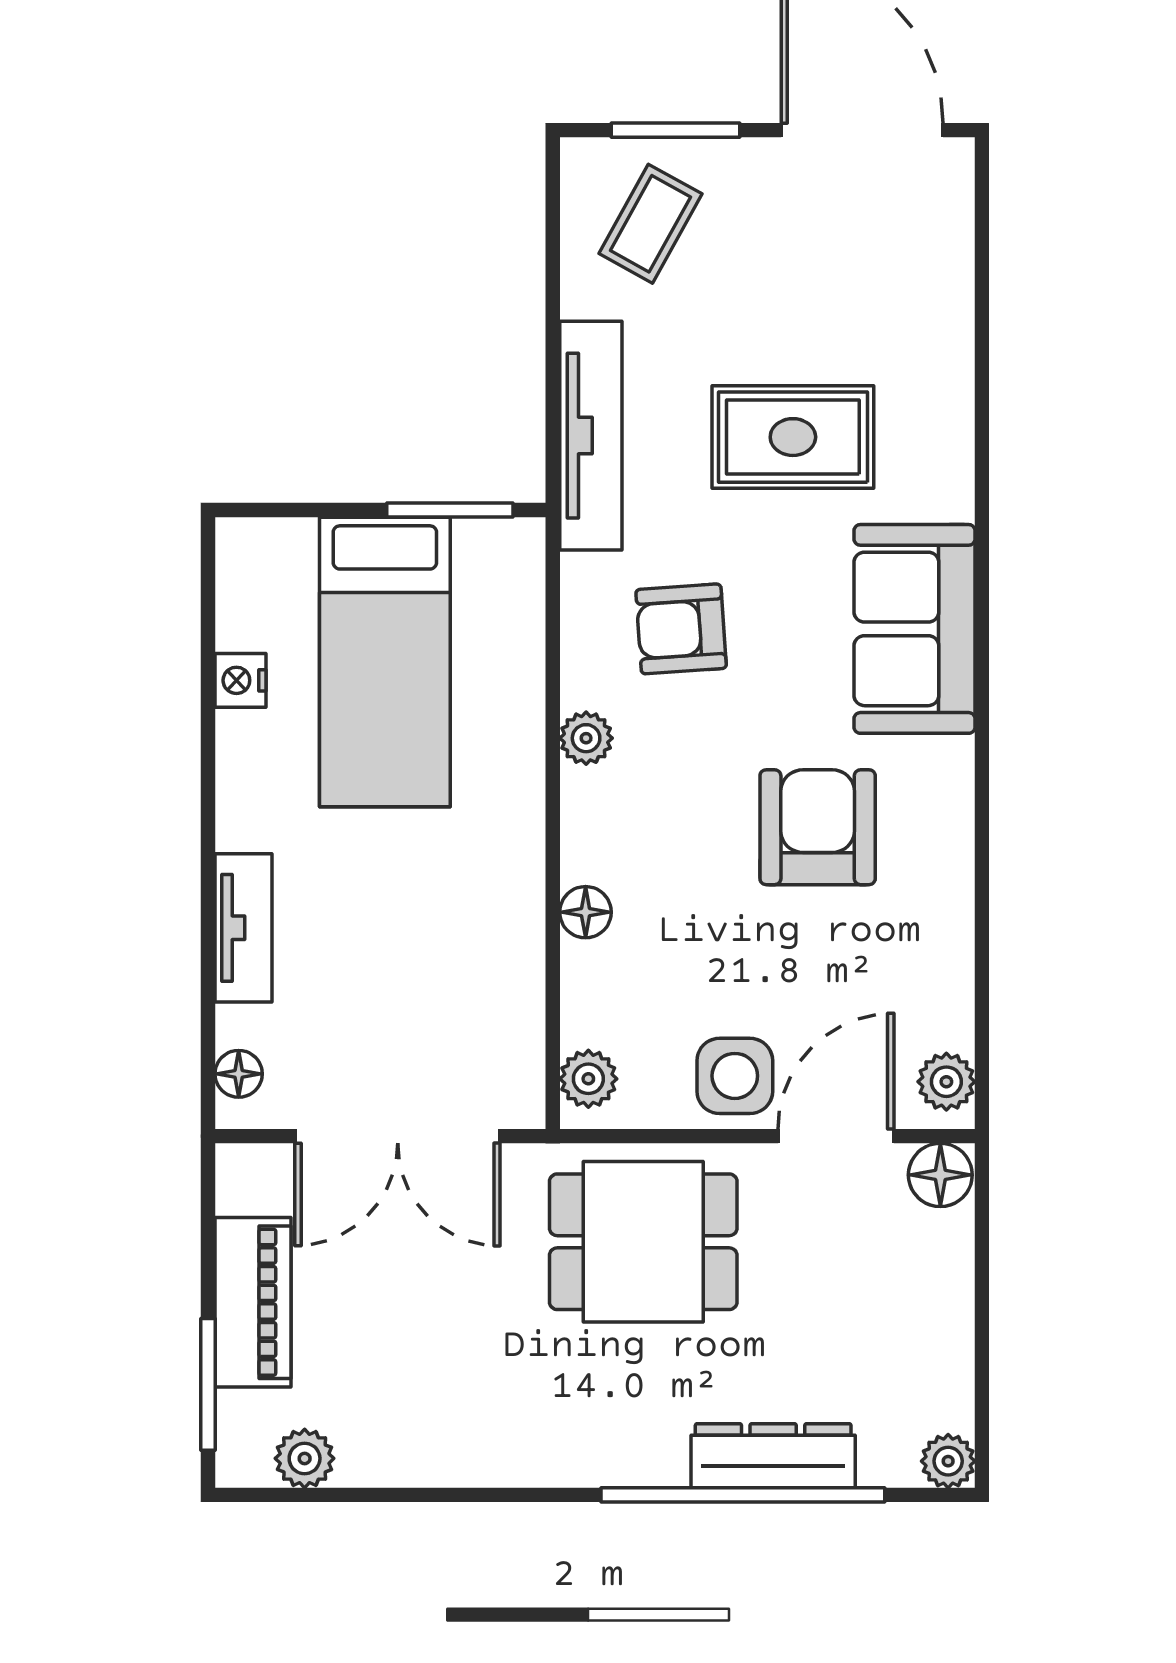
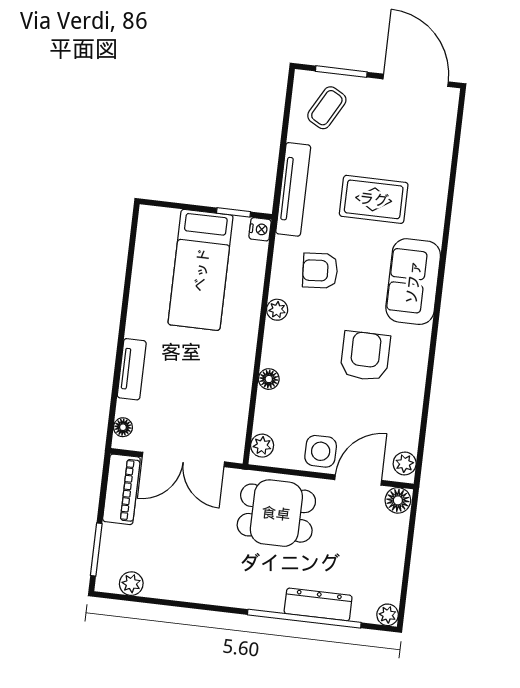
window: (450, 510) -> (234, 212), width x0.67
nightstand: (240, 680) -> (260, 229), moved, turned 180
piano: (253, 1302) -> (121, 489), moved

